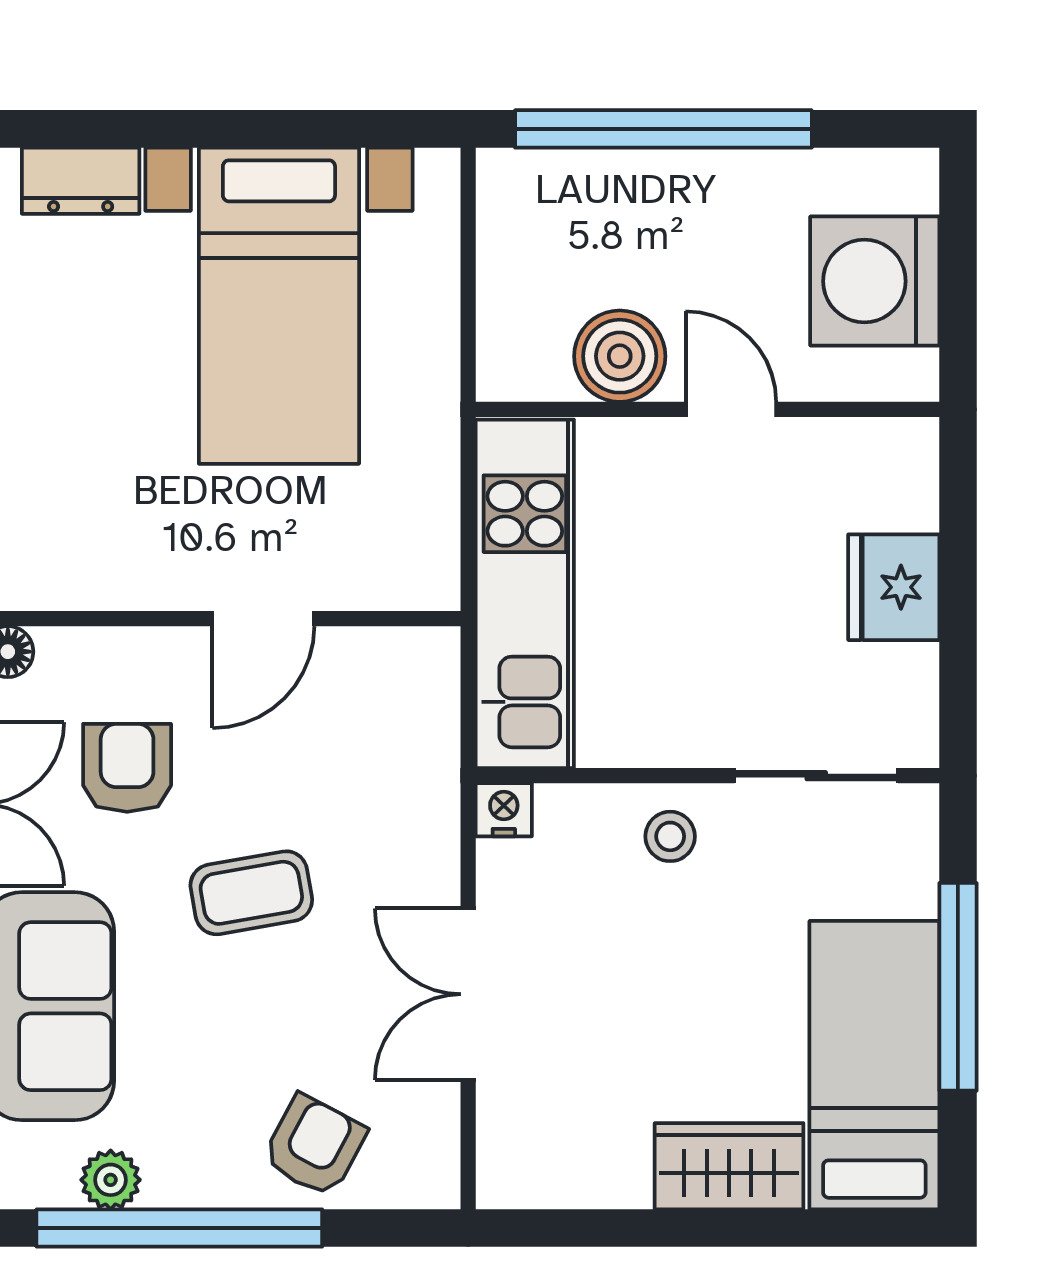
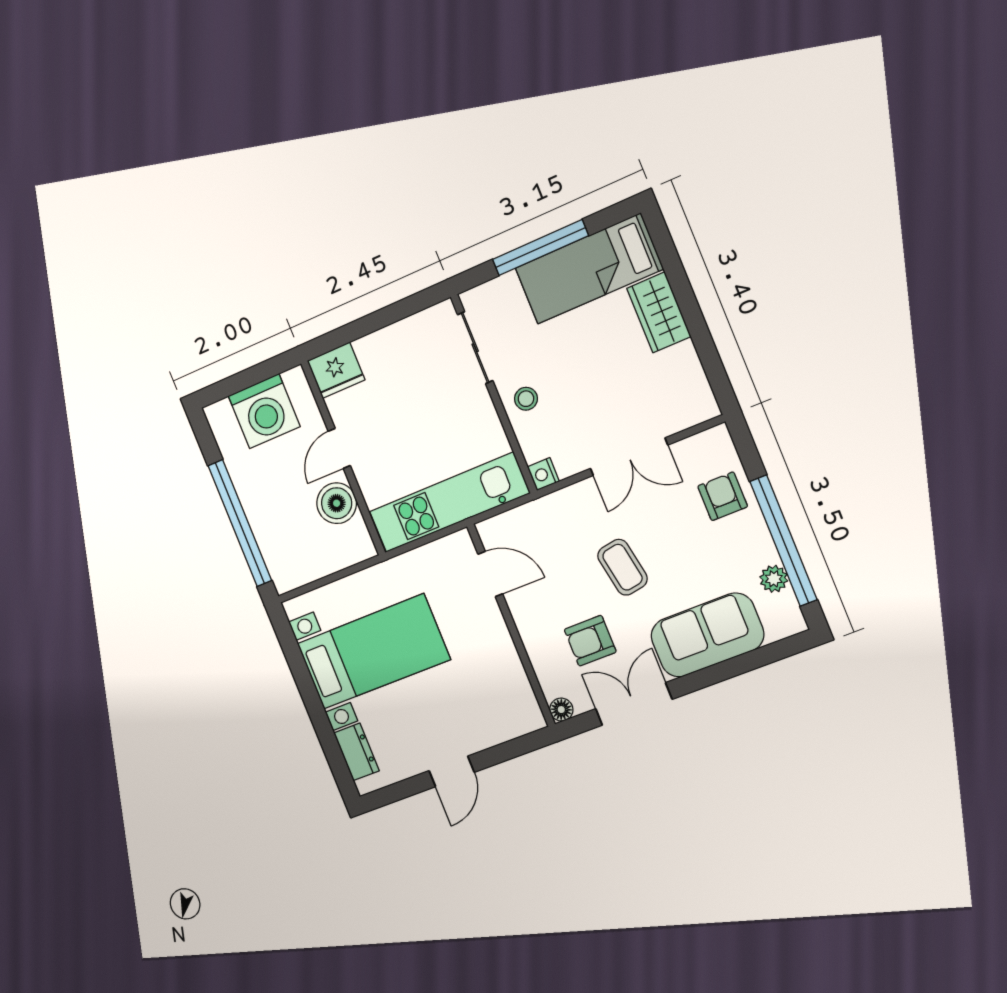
fridge: (894, 587) -> (336, 370), moved
door: (263, 619) -> (490, 574), moved
armchair: (314, 1146) -> (723, 496), turned 62

